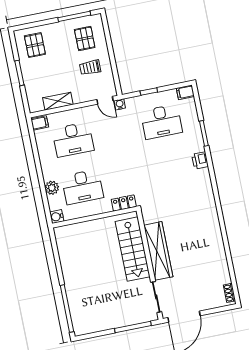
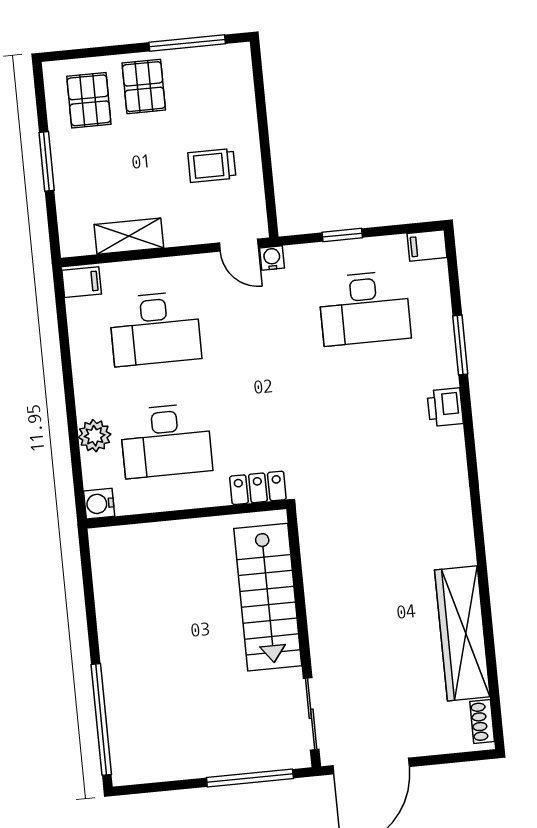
pallet: (85, 38) -> (144, 87), moved
wardrobe: (158, 251) -> (462, 633), moved, turned 180

